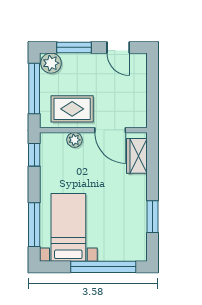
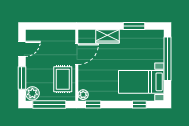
plant: (74, 140) -> (83, 95), moved
wardrobe: (137, 156) -> (107, 36), moved
window: (34, 225) -> (139, 105), width x0.46

